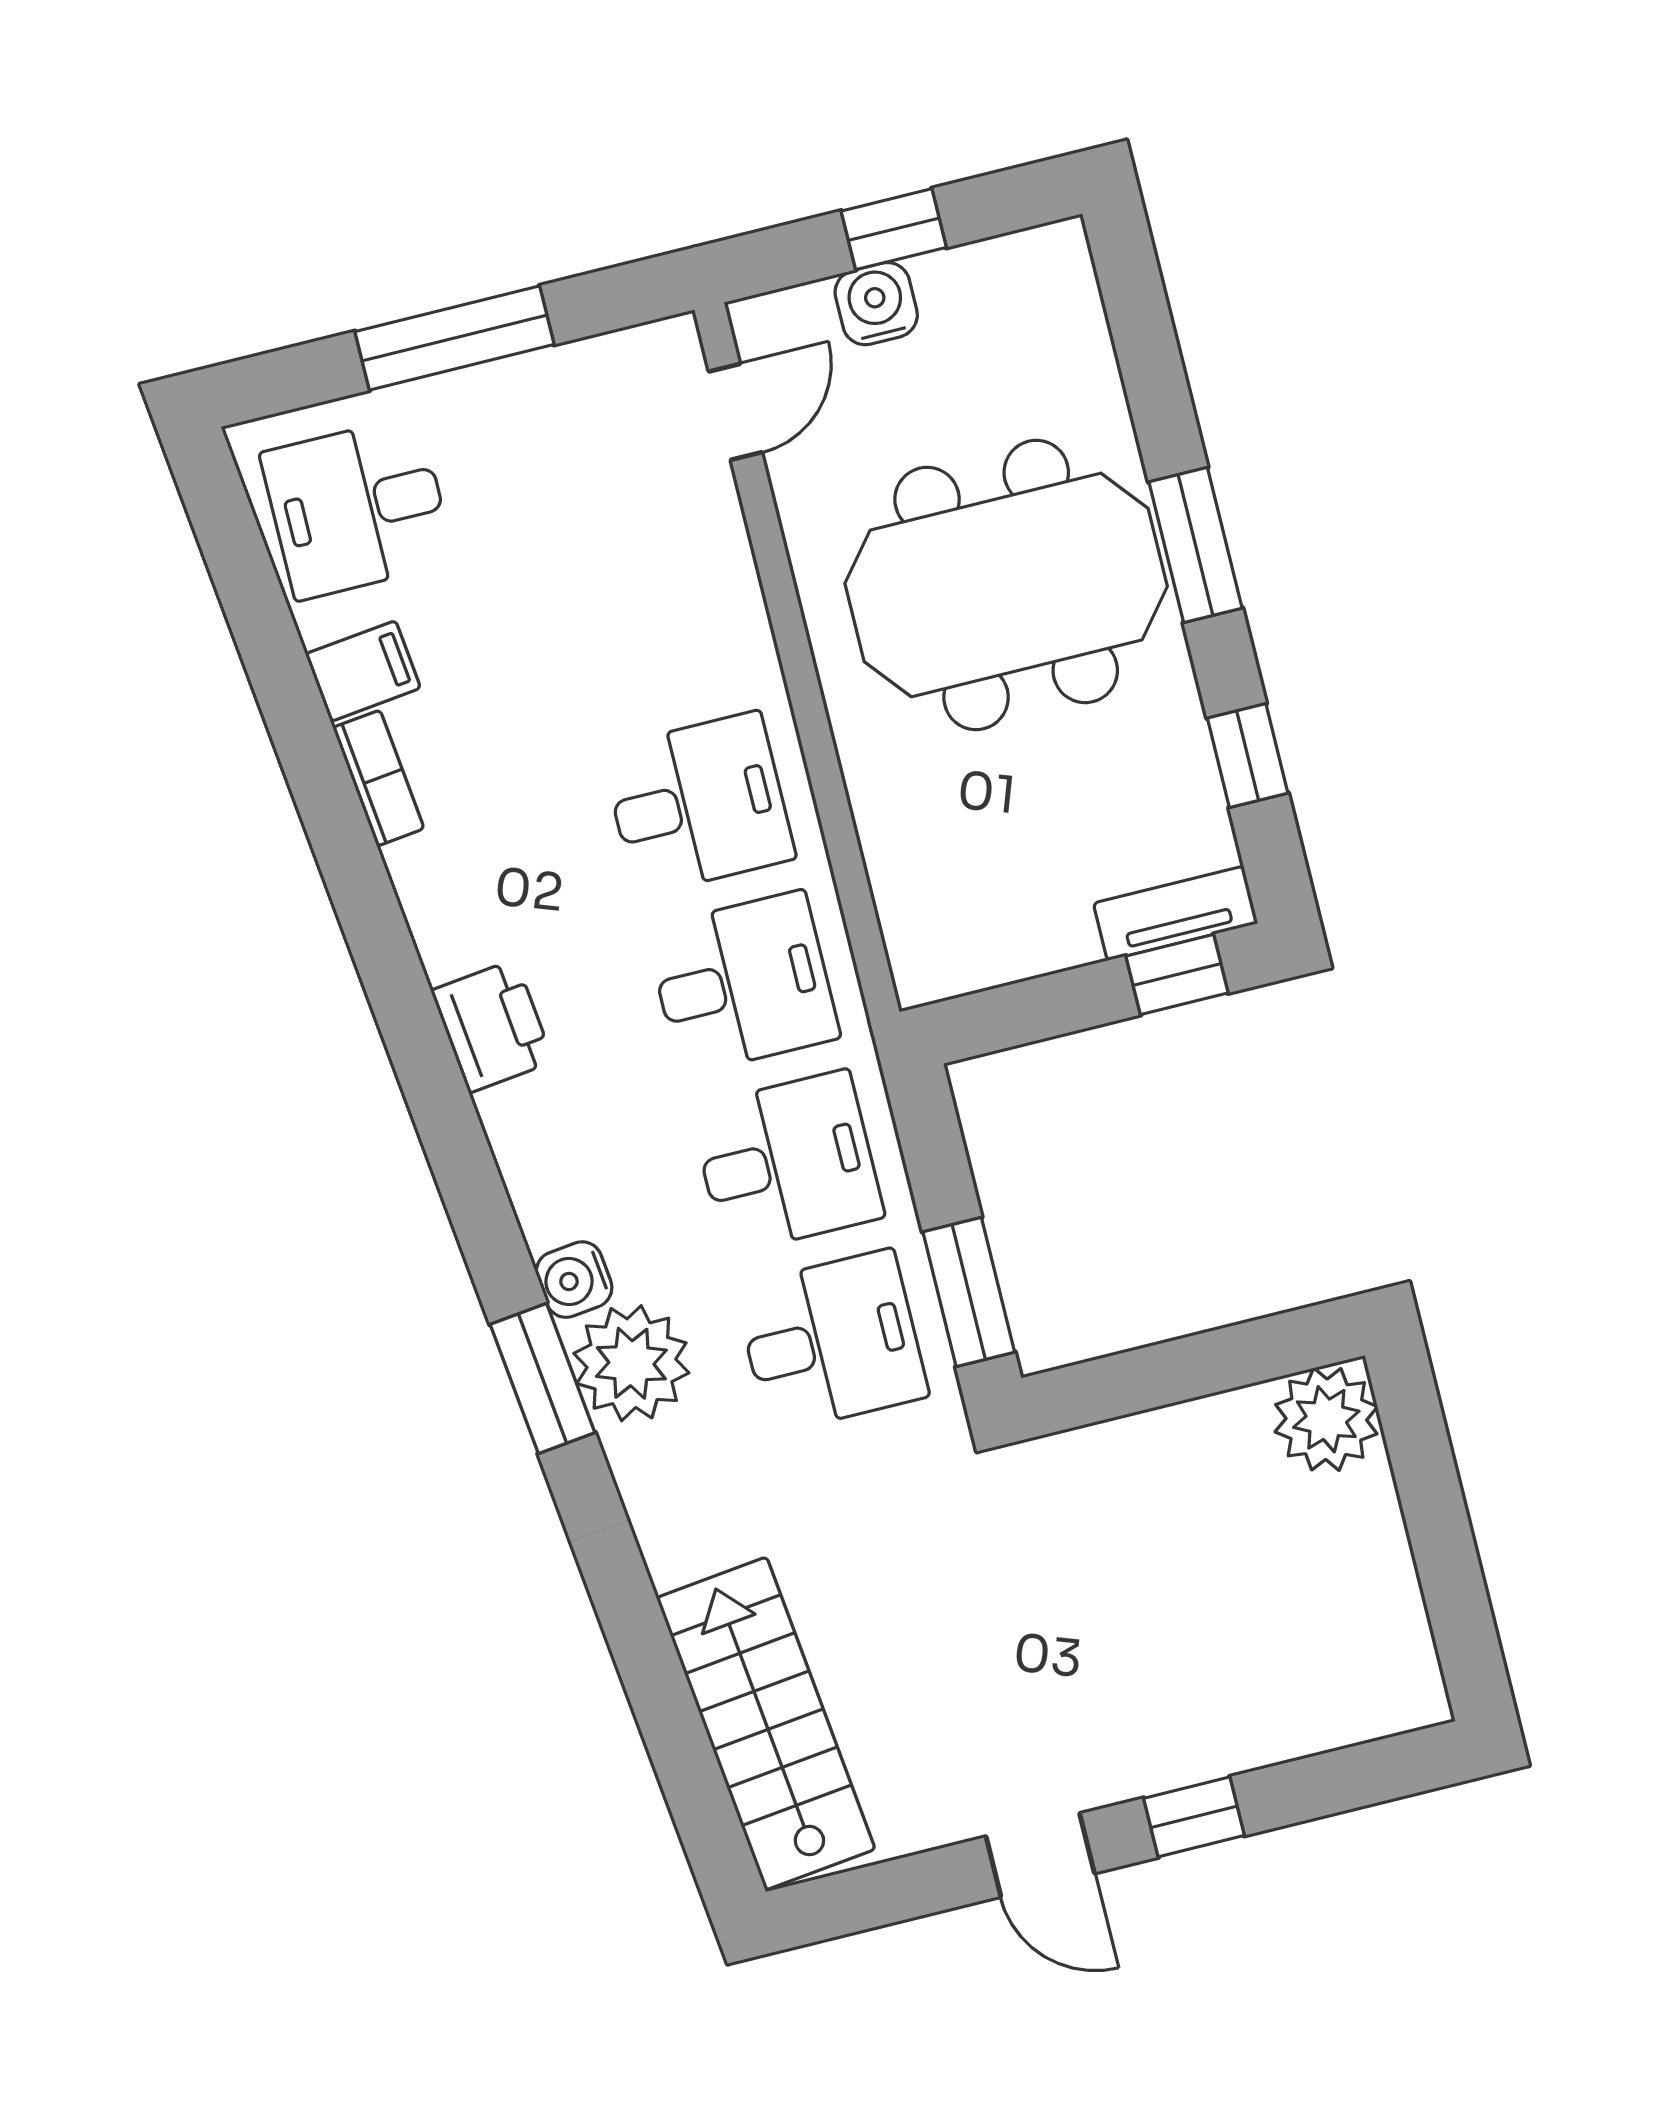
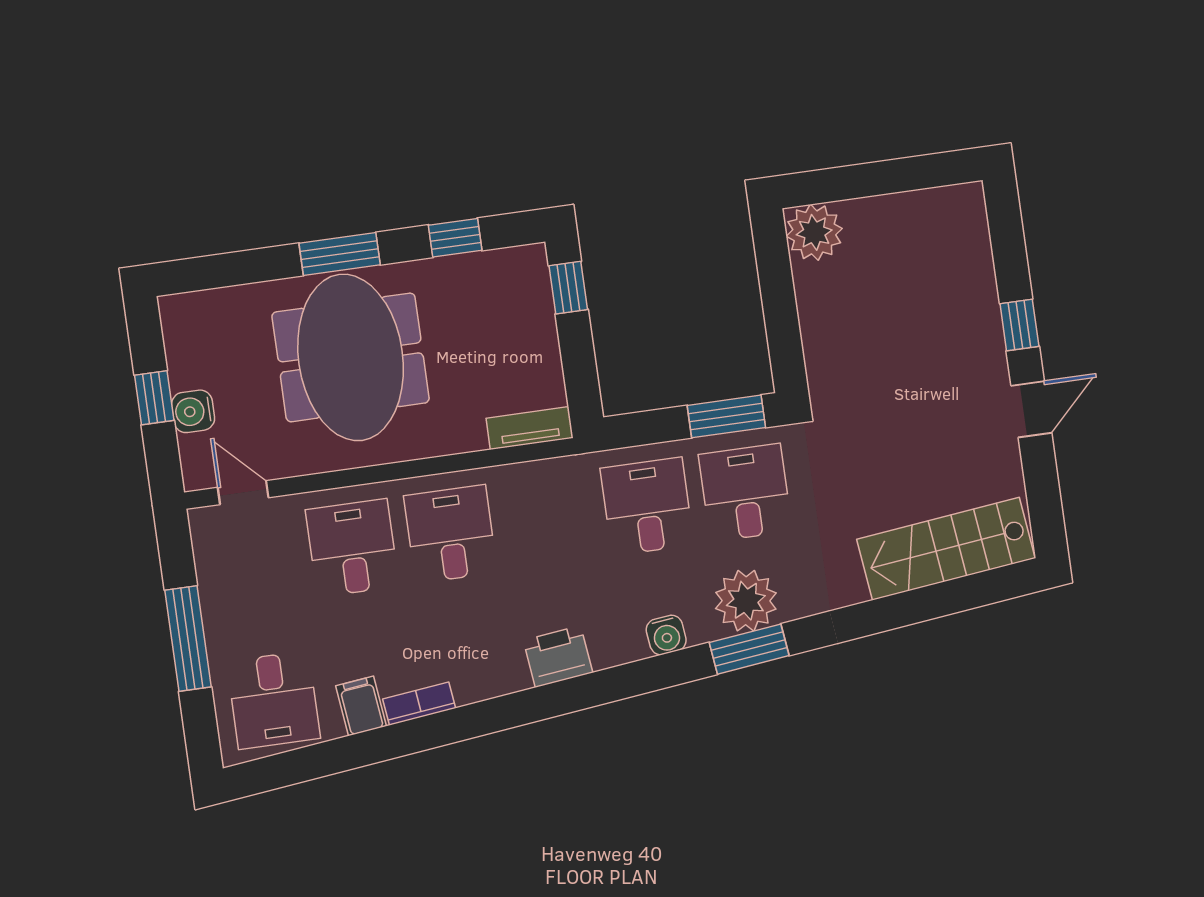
tv unit: (1176, 913) -> (530, 428), moved, turned 90
desk: (743, 983) -> (352, 548), moved
water cooler: (574, 1280) -> (666, 635), moved

